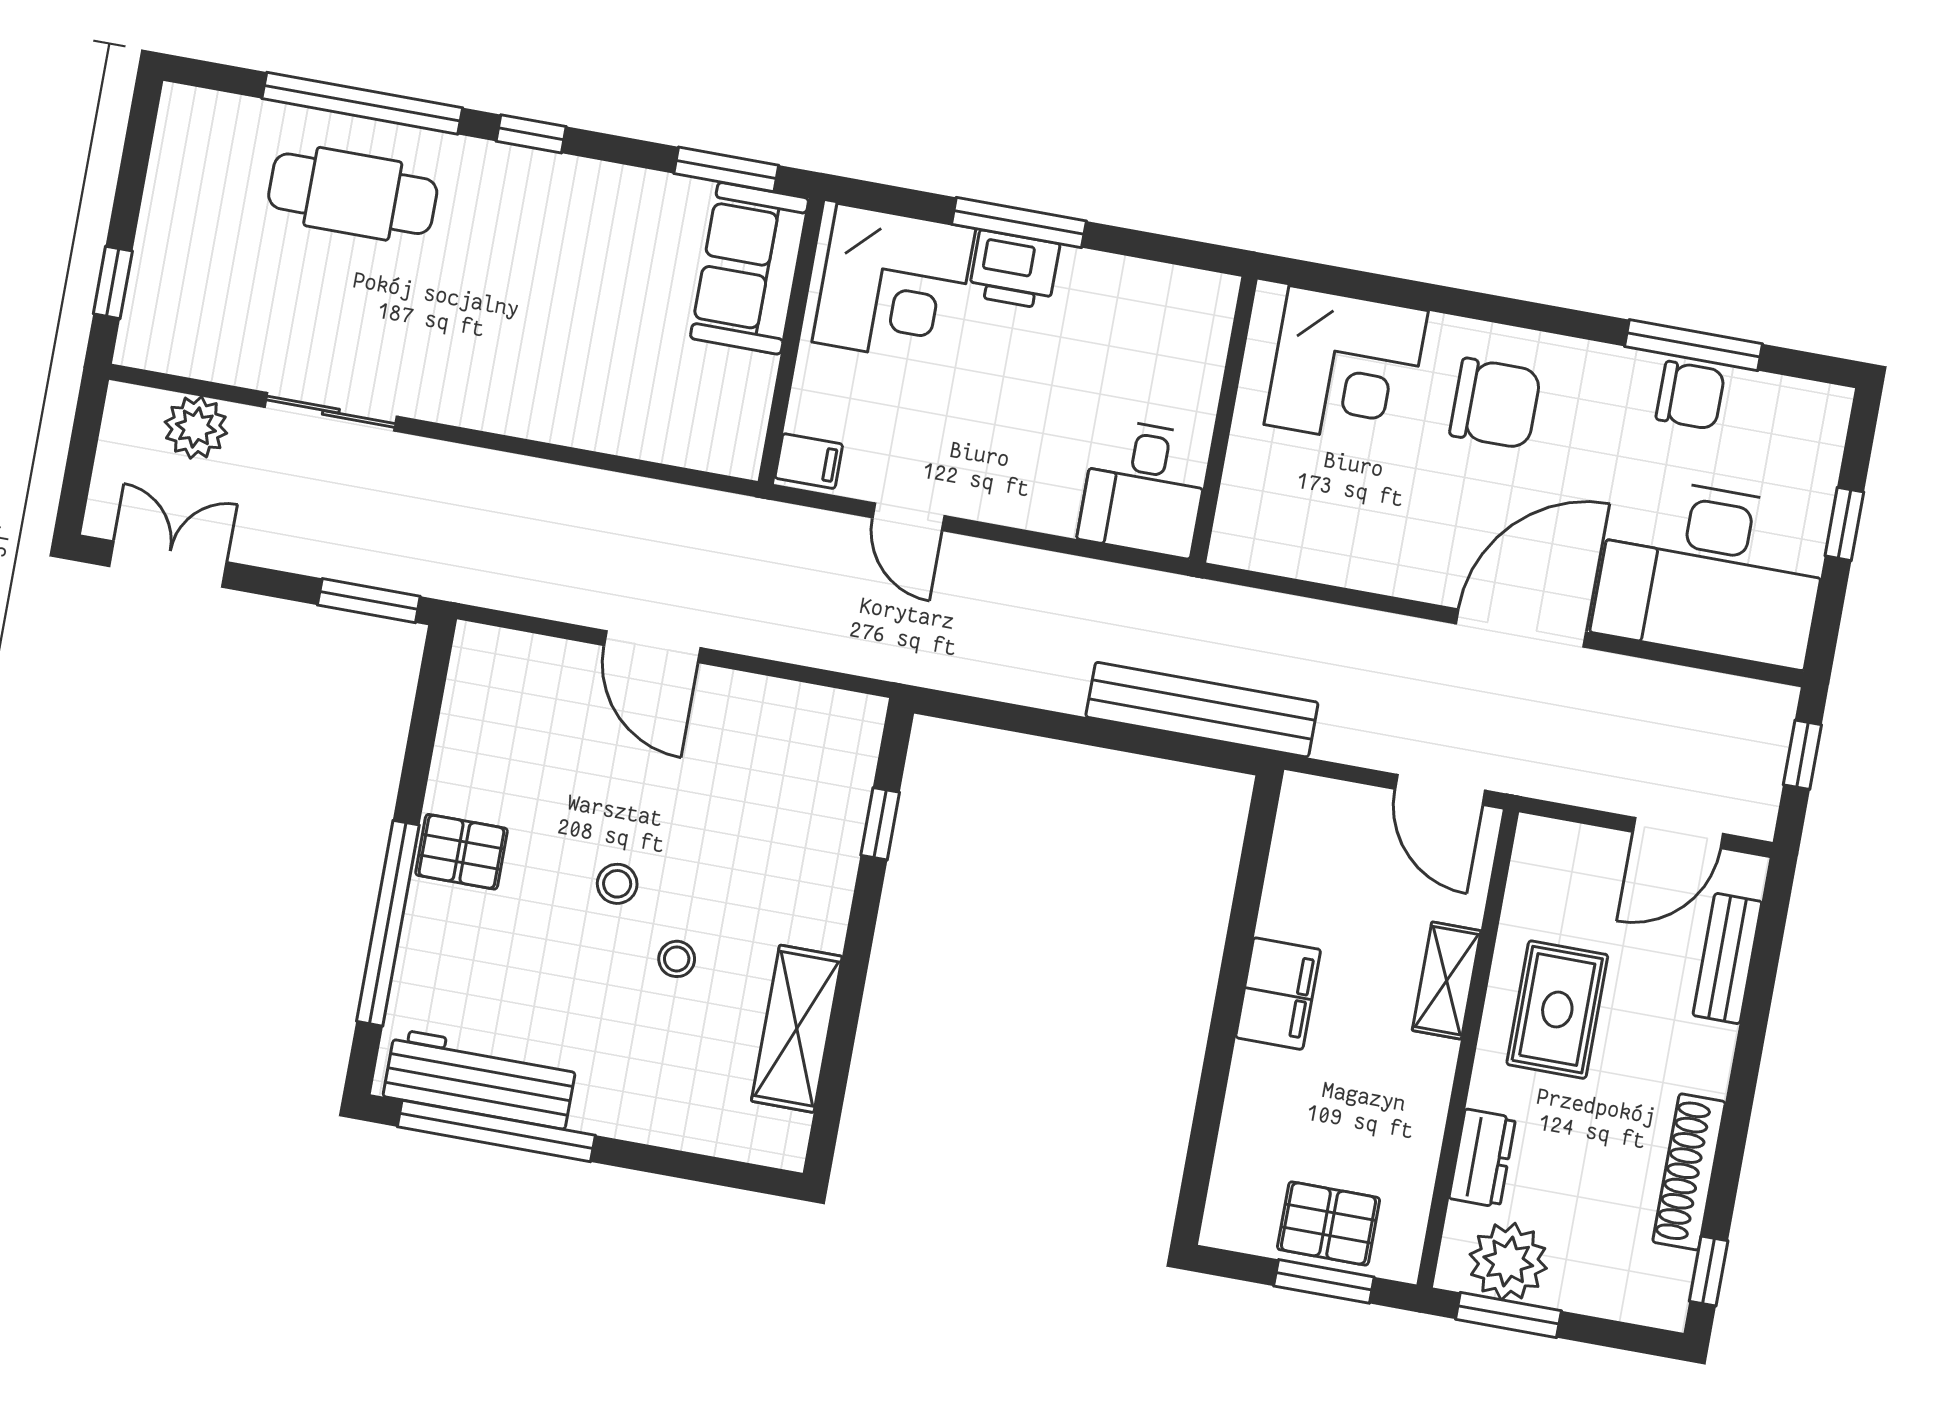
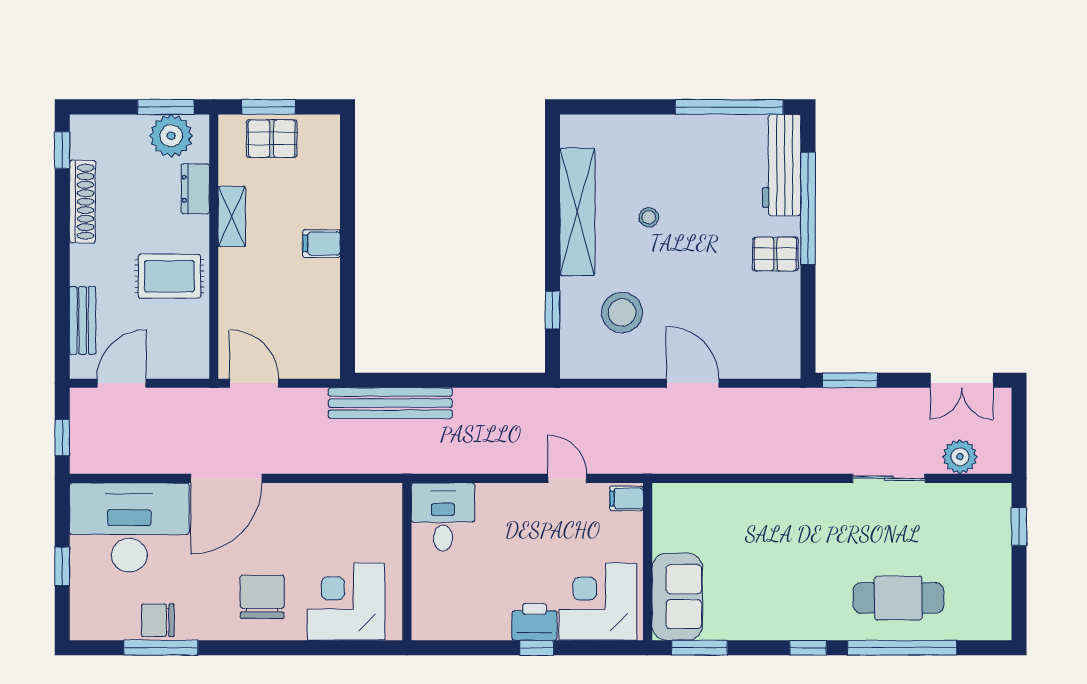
window: (1019, 223) -> (537, 648), width x0.46
chair: (1495, 403) -> (262, 597), turned 90
stool: (617, 884) -> (622, 313), moved, width x1.89, depth x1.89
shelving: (1447, 981) -> (232, 217), moved
filing cabinet: (1278, 994) -> (321, 244), width x0.50
rug: (1557, 1010) -> (169, 276), turned 90
shelving: (797, 1029) -> (577, 212), width x1.47
workbench: (480, 1079) -> (782, 165), moved, turned 90

